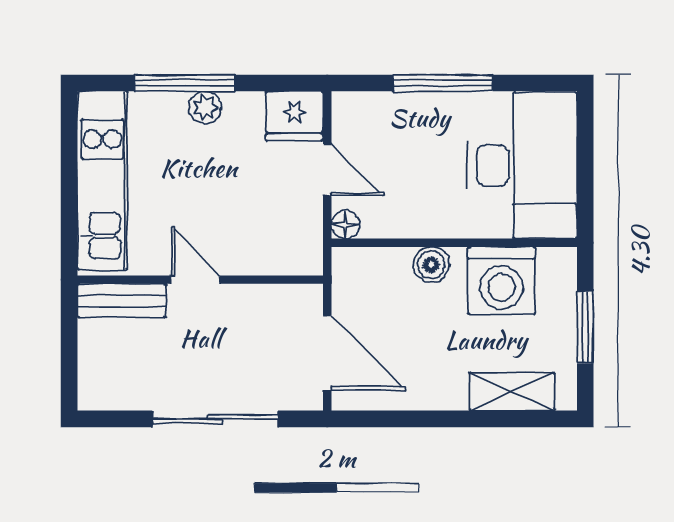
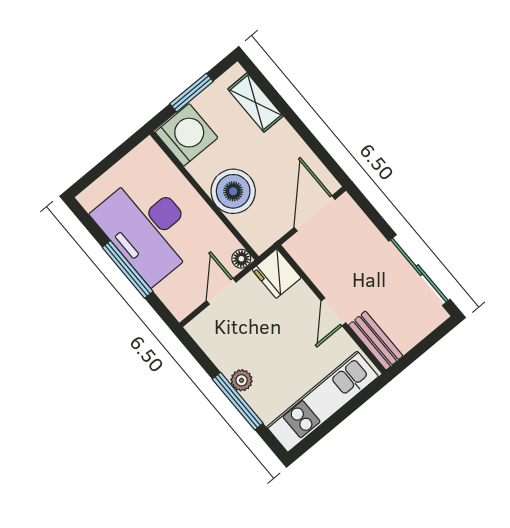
fridge: (294, 116) -> (277, 274), moved, turned 180
desk: (522, 165) -> (148, 228), moved, turned -90
boiler: (431, 265) -> (233, 191), width x1.86, depth x1.86
washing machine: (501, 281) -> (186, 135), moved
sliding door: (215, 419) -> (419, 270), moved

